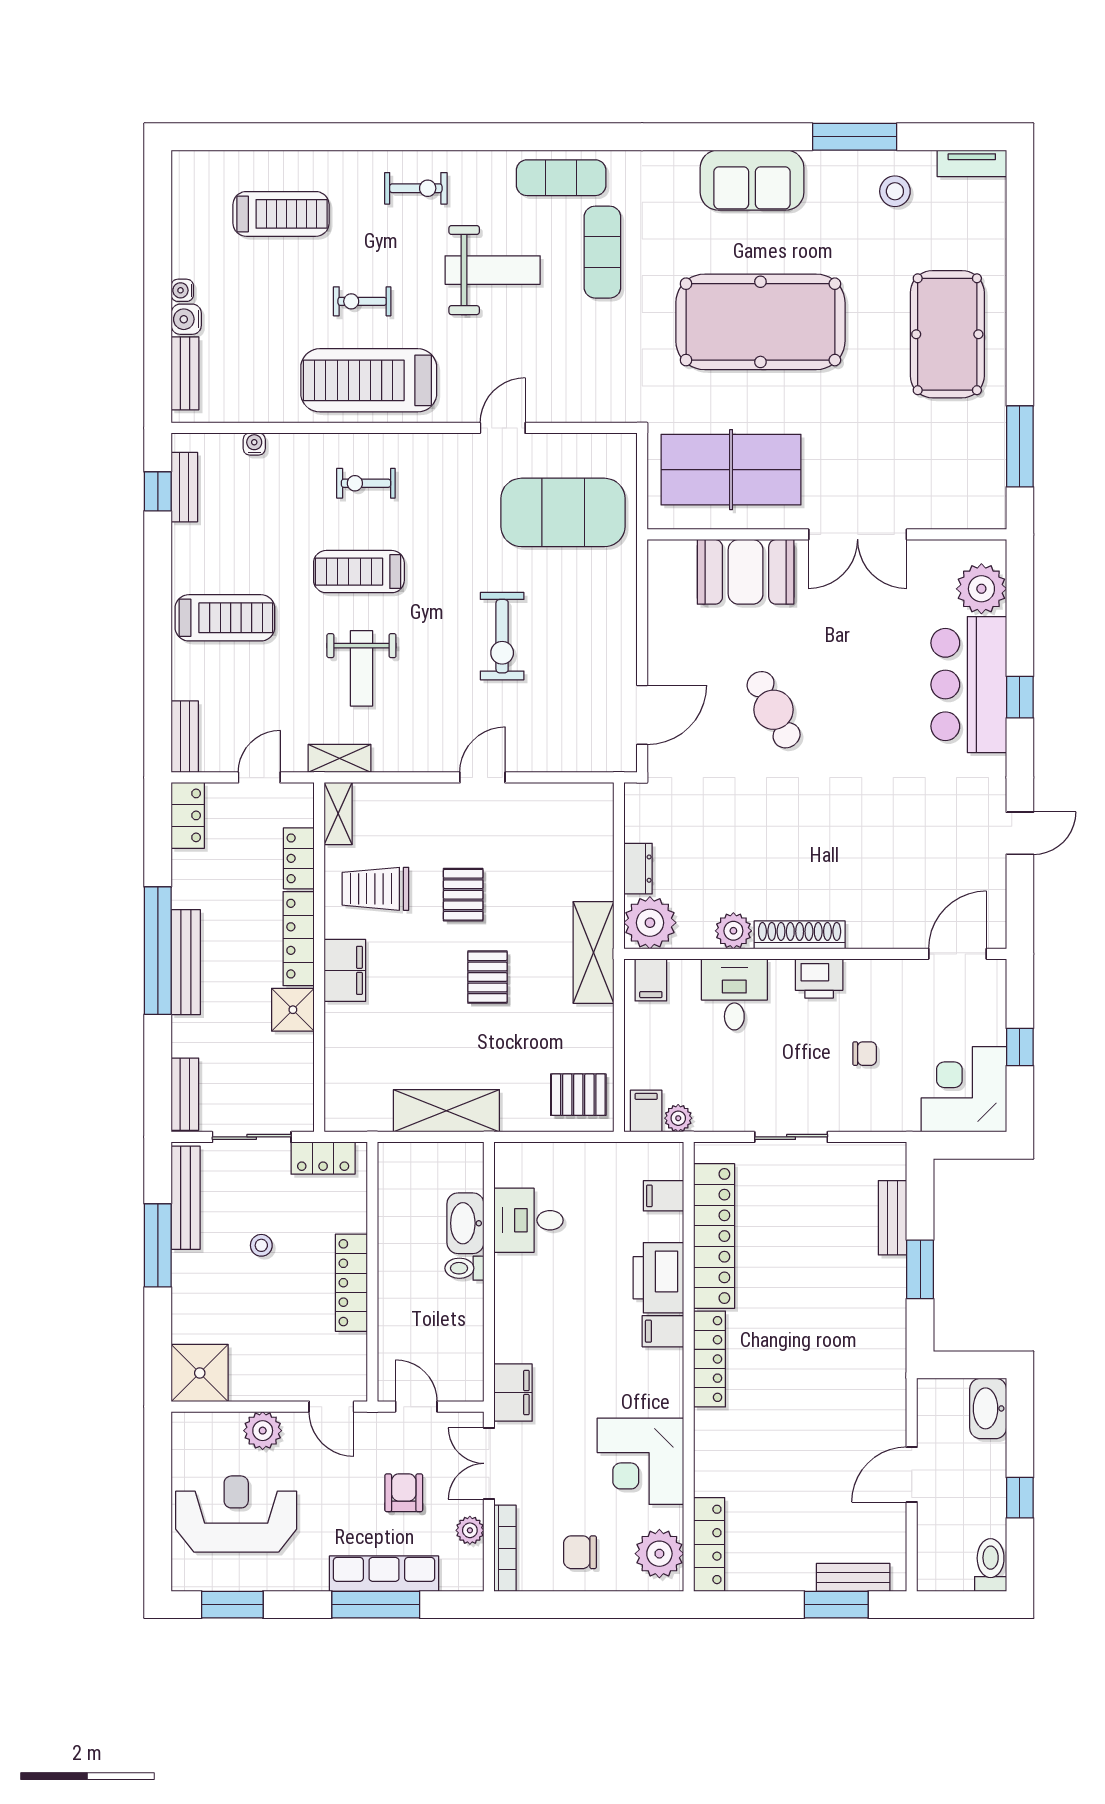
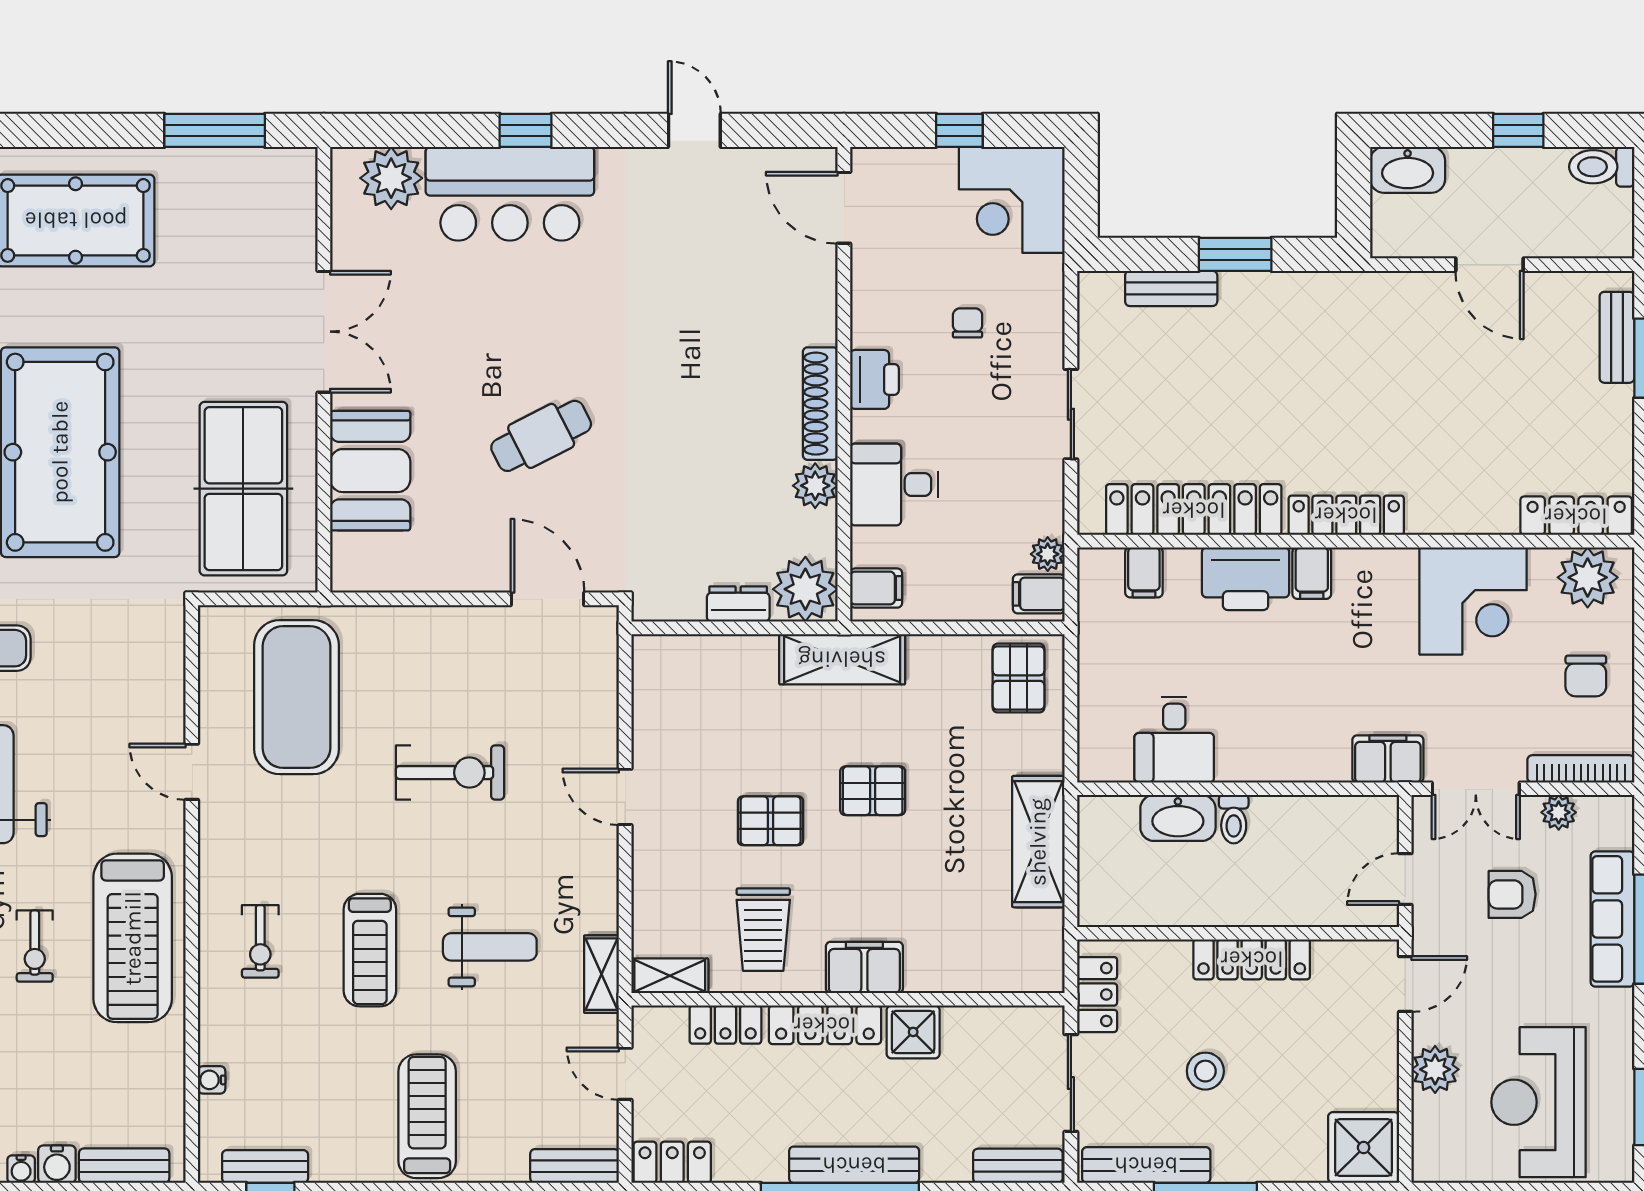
stool: (261, 1245) -> (1205, 1071), width x1.37, depth x1.37

